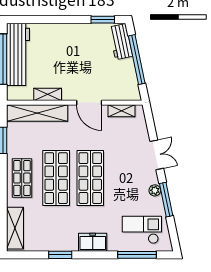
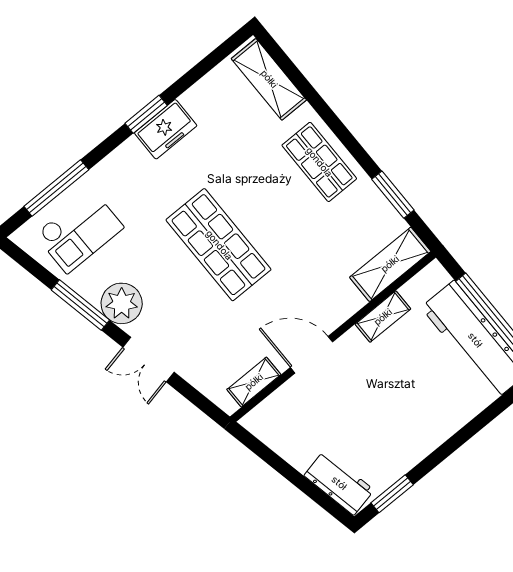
window: (137, 60) -> (294, 476), removed
shelving: (37, 113) -> (390, 264), width x0.68
shop shelf: (56, 178) -> (269, 203), removed
plant: (155, 190) -> (122, 303), width x1.88, depth x1.88
freezer: (93, 242) -> (166, 129), moved
window: (60, 255) -> (146, 114), moved

